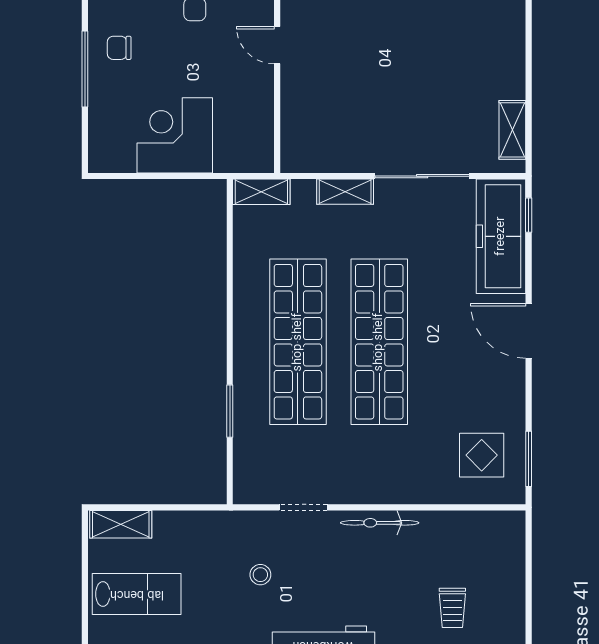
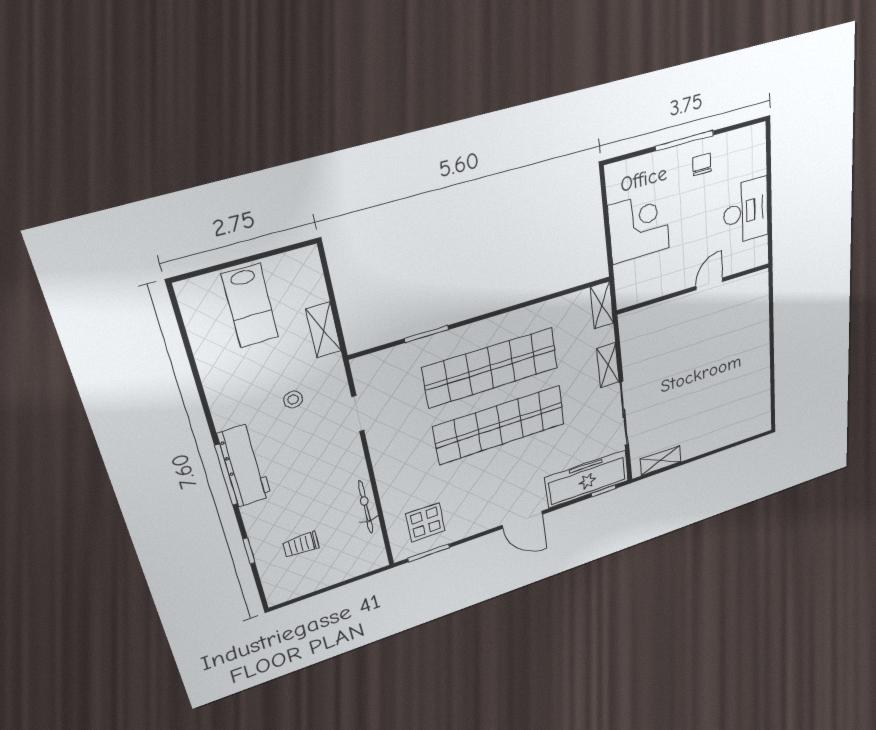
door: (529, 331) -> (522, 520), swing flipped
bicycle: (380, 523) -> (366, 507), moved
shelving: (121, 524) -> (323, 330), moved

